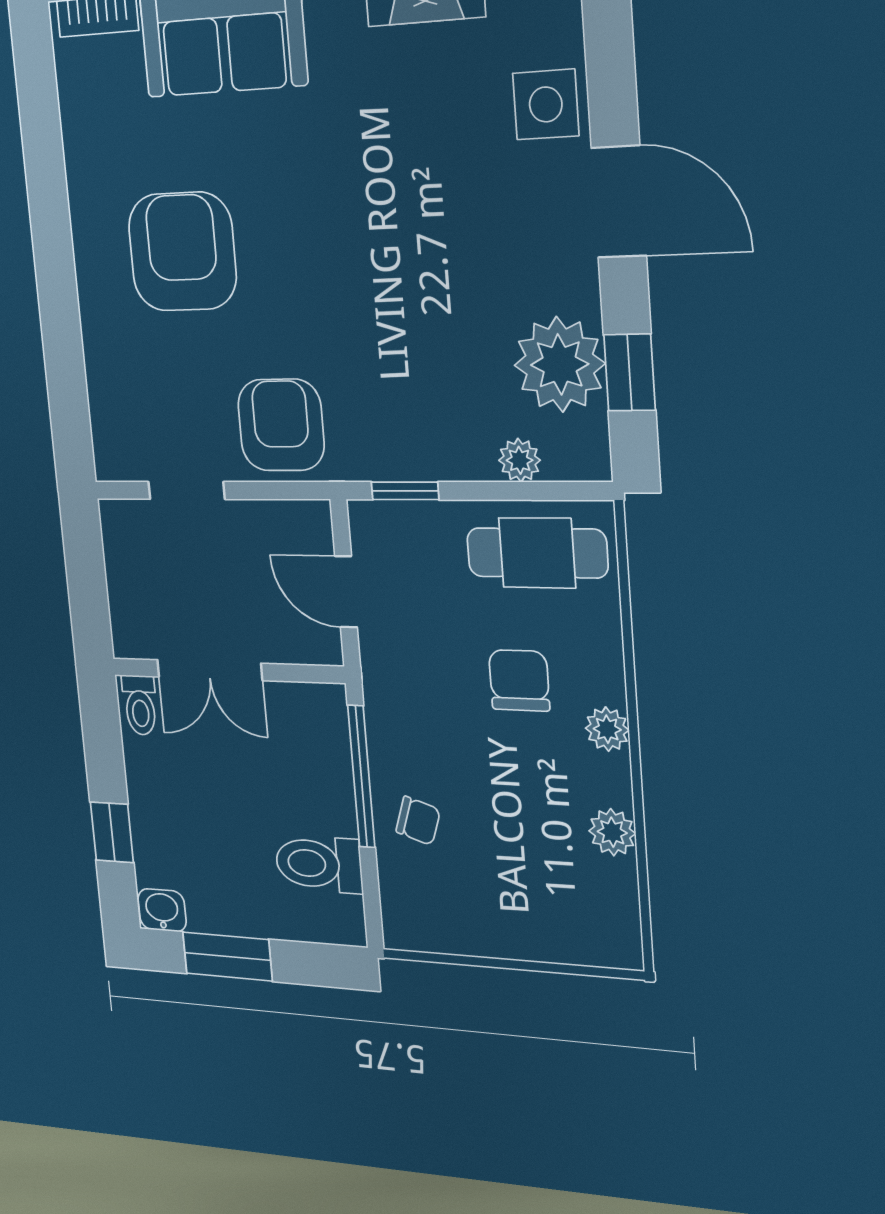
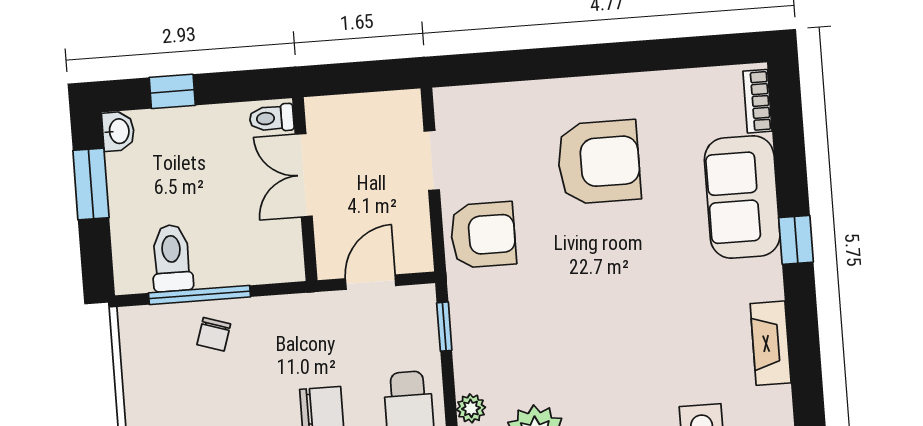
window: (361, 777) -> (199, 295), moved

